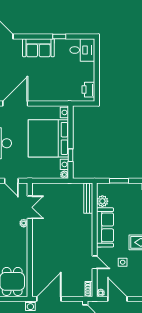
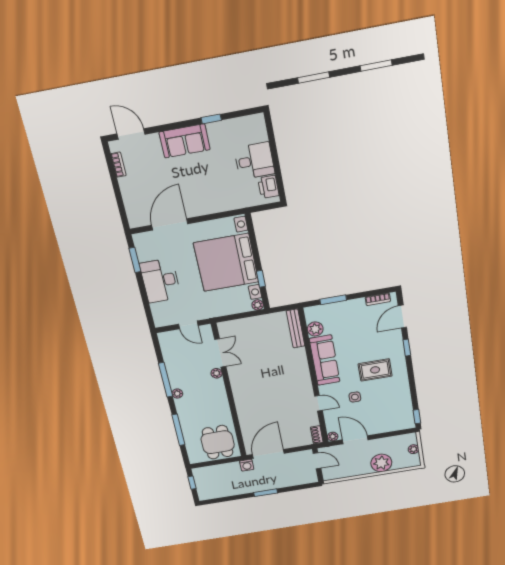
desk: (82, 50) -> (254, 161), moved

